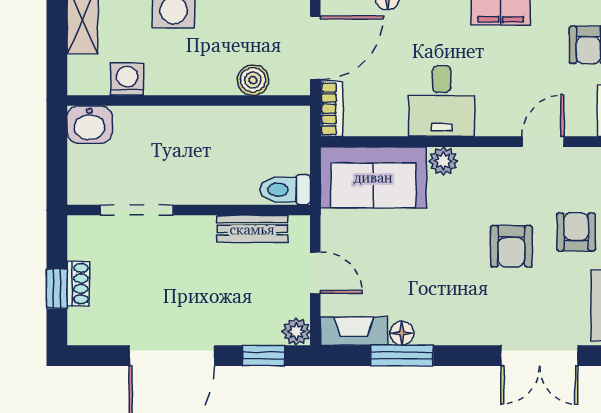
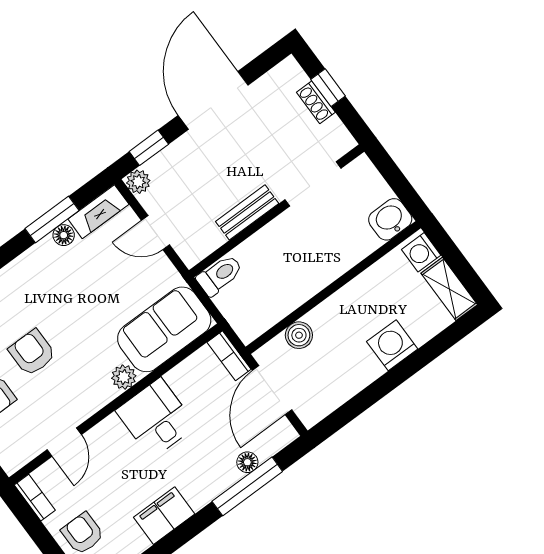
washing machine: (127, 79) -> (421, 252), moved, turned 90
bench: (252, 229) -> (247, 212), moved

